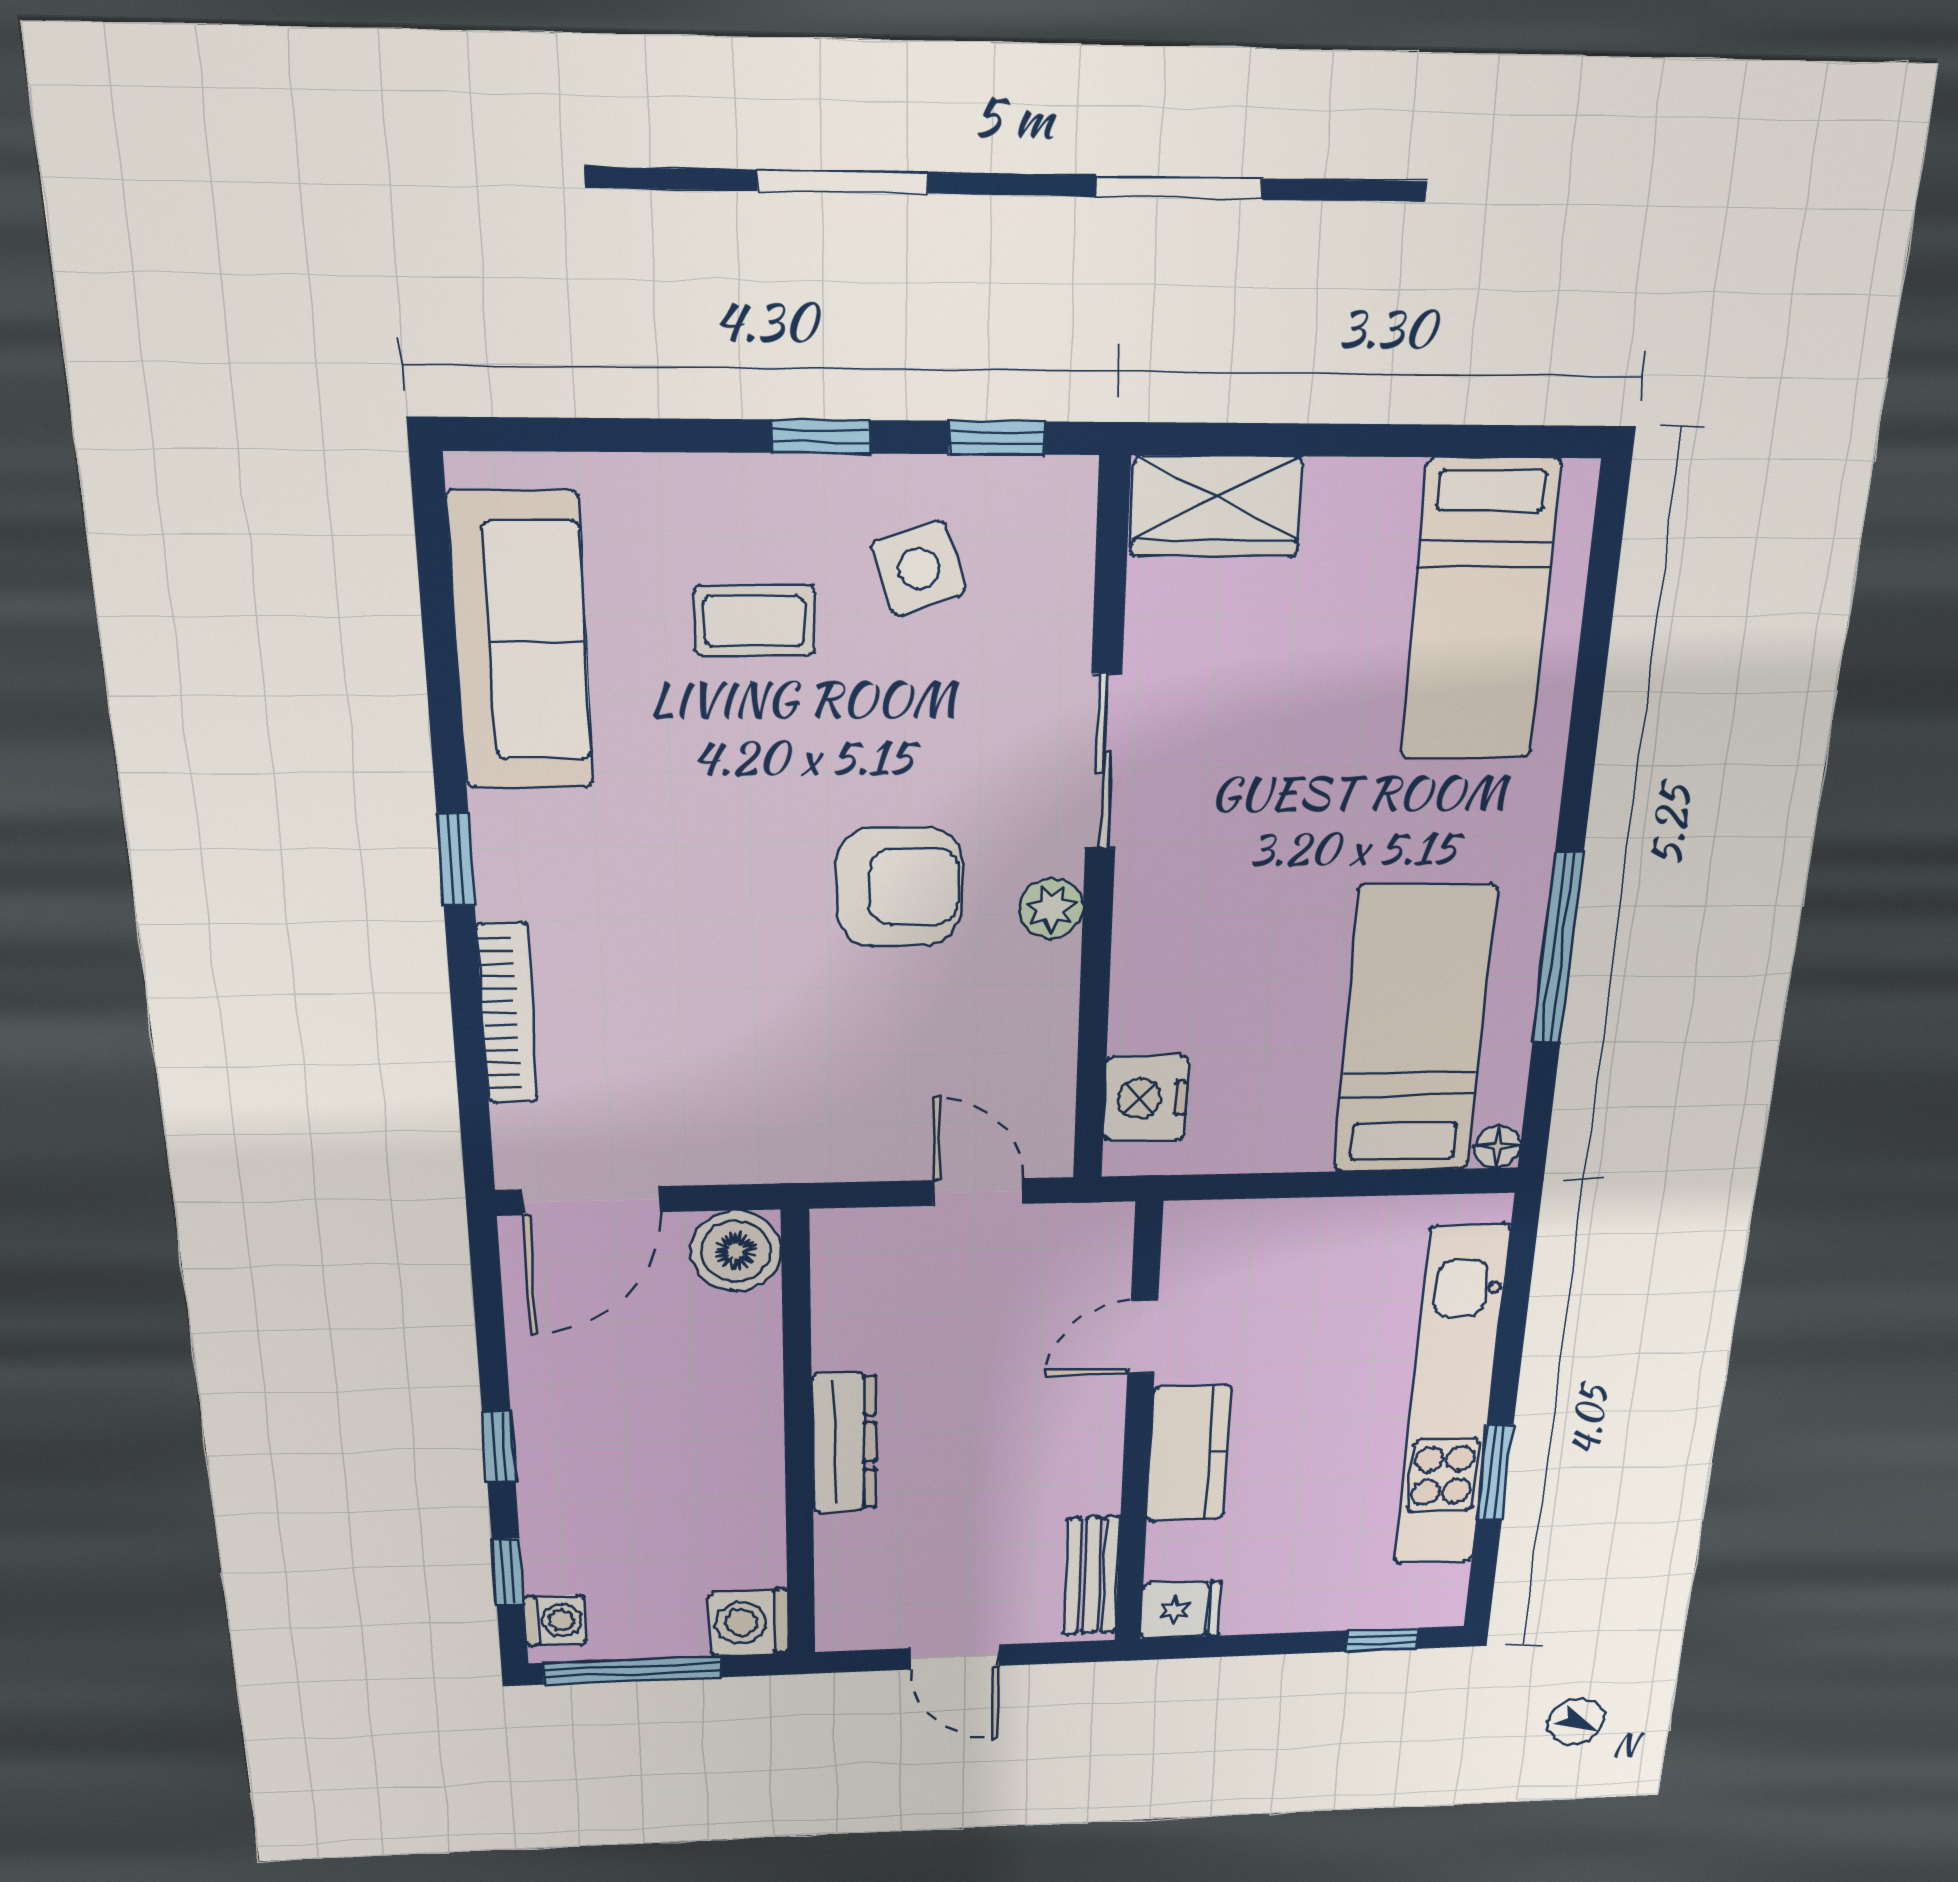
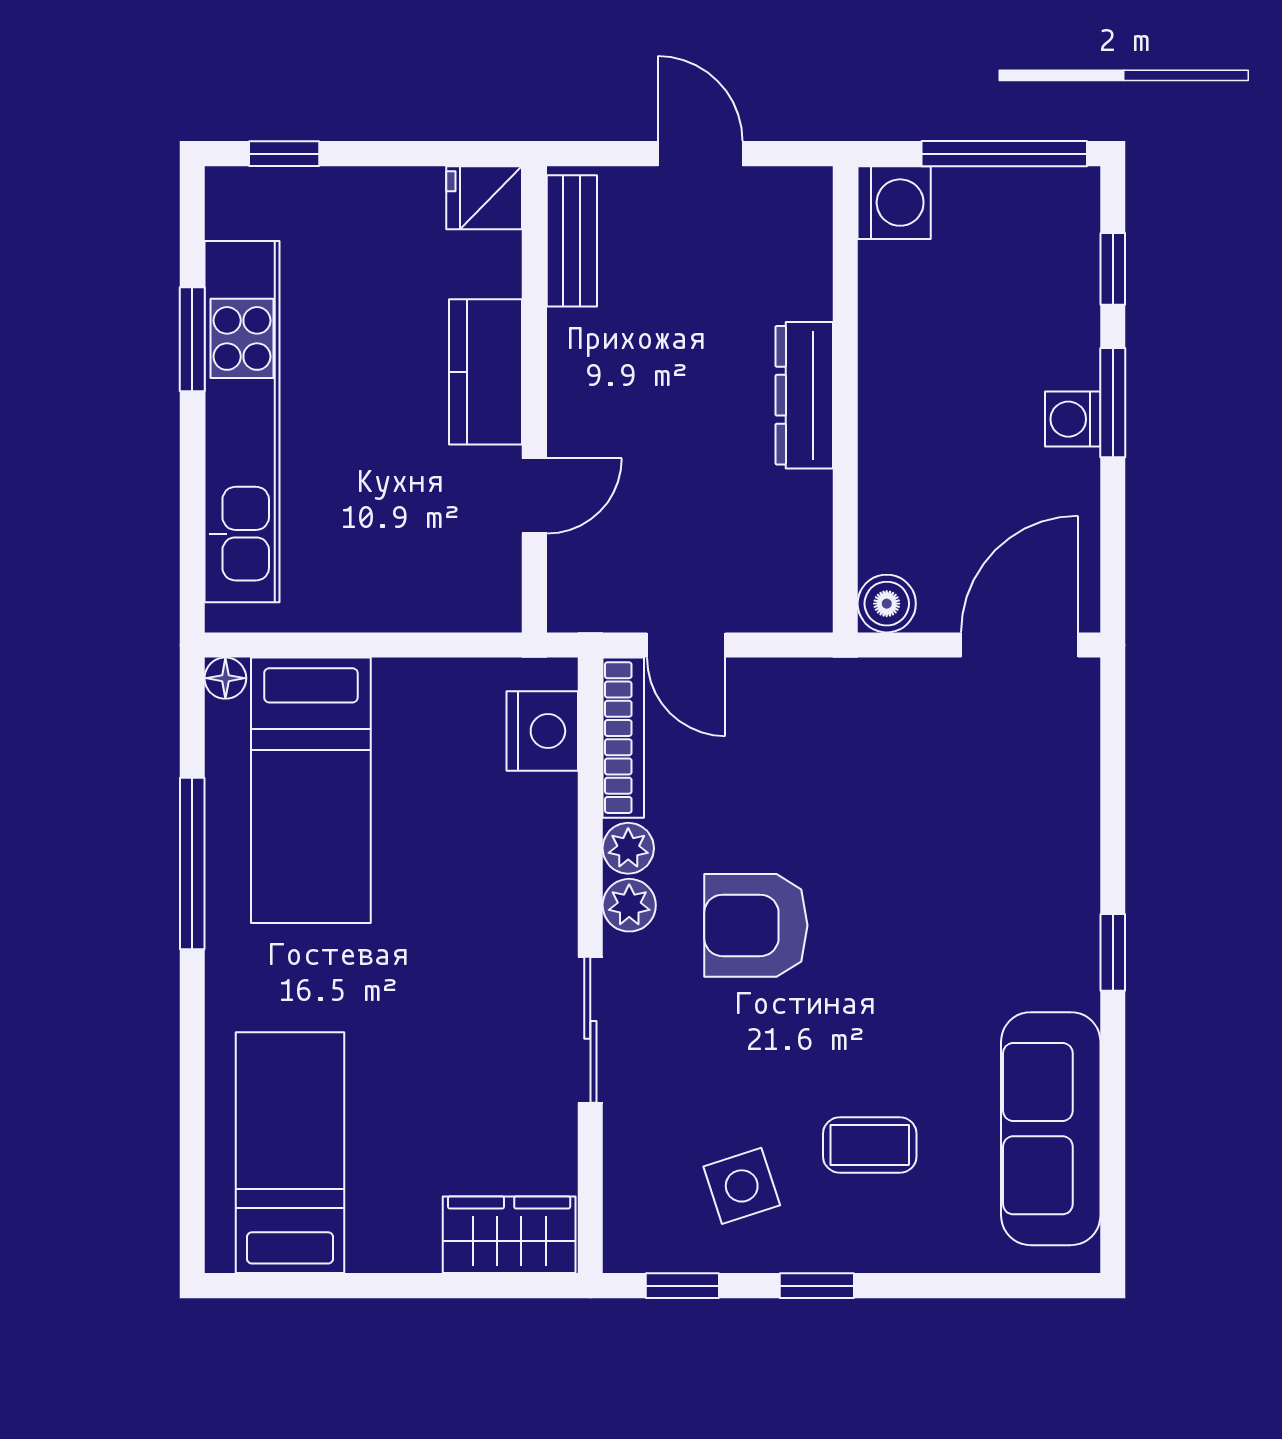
plant: (1051, 973) -> (628, 848), added
bookcase: (508, 1013) -> (623, 738), moved, turned 180
boiler: (736, 1251) -> (887, 604), width x0.73, depth x0.73
window: (499, 1447) -> (1113, 403), width x1.50
washing machine: (556, 1620) -> (1073, 419), moved

